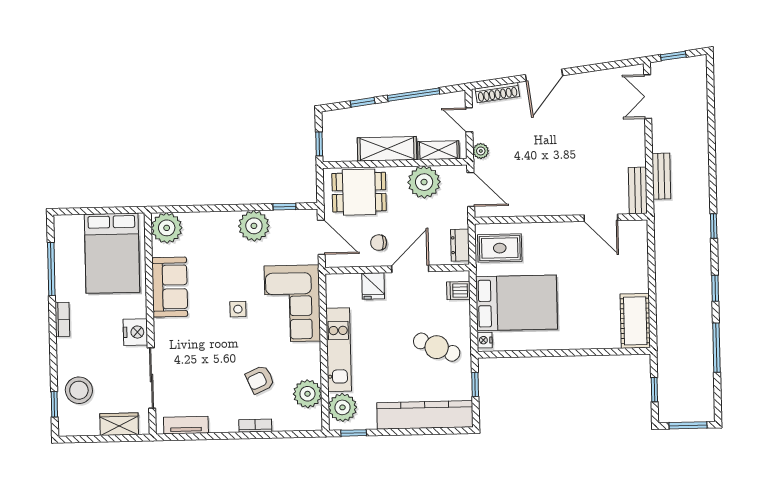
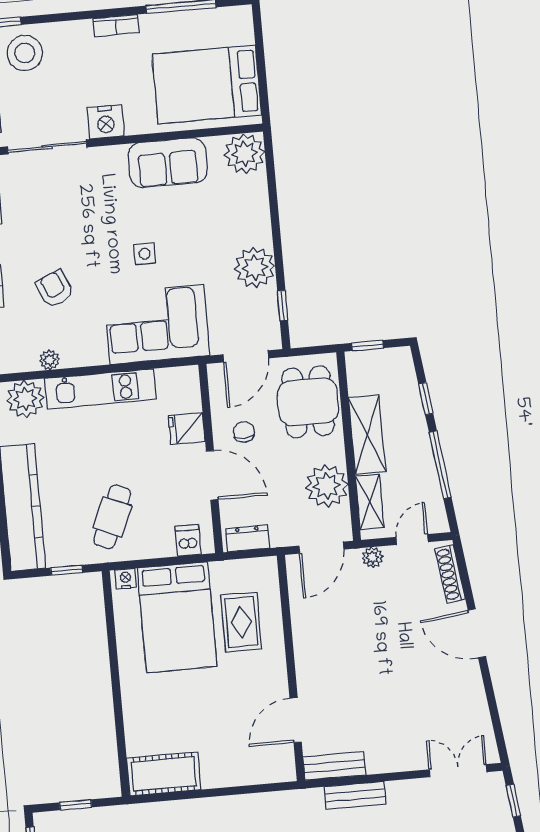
rug: (500, 248) -> (241, 622), moved
plant: (307, 394) -> (50, 360), width x0.53, depth x0.53

